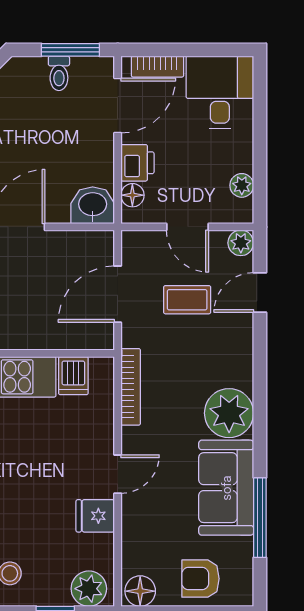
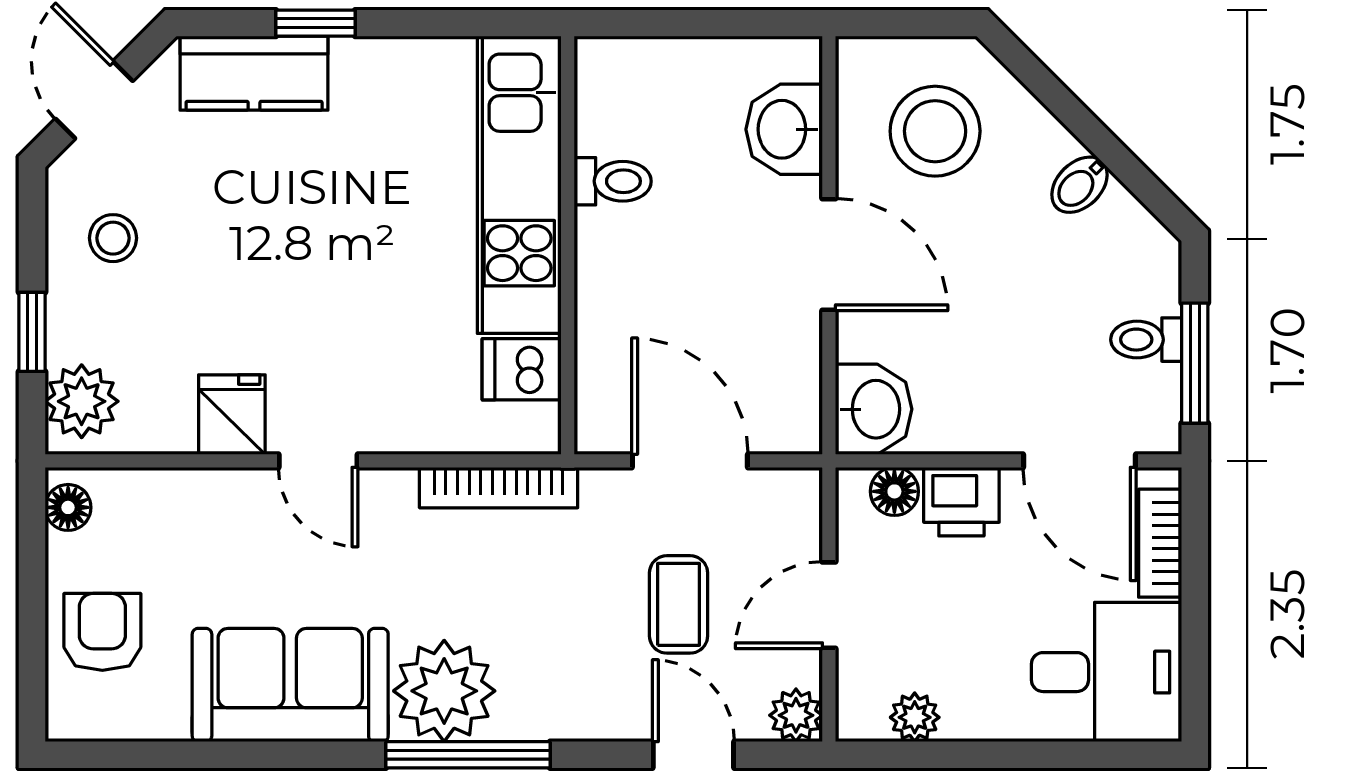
window: (260, 518) -> (468, 755), moved
floor lamp: (140, 591) -> (68, 507), width x0.73, depth x0.73

